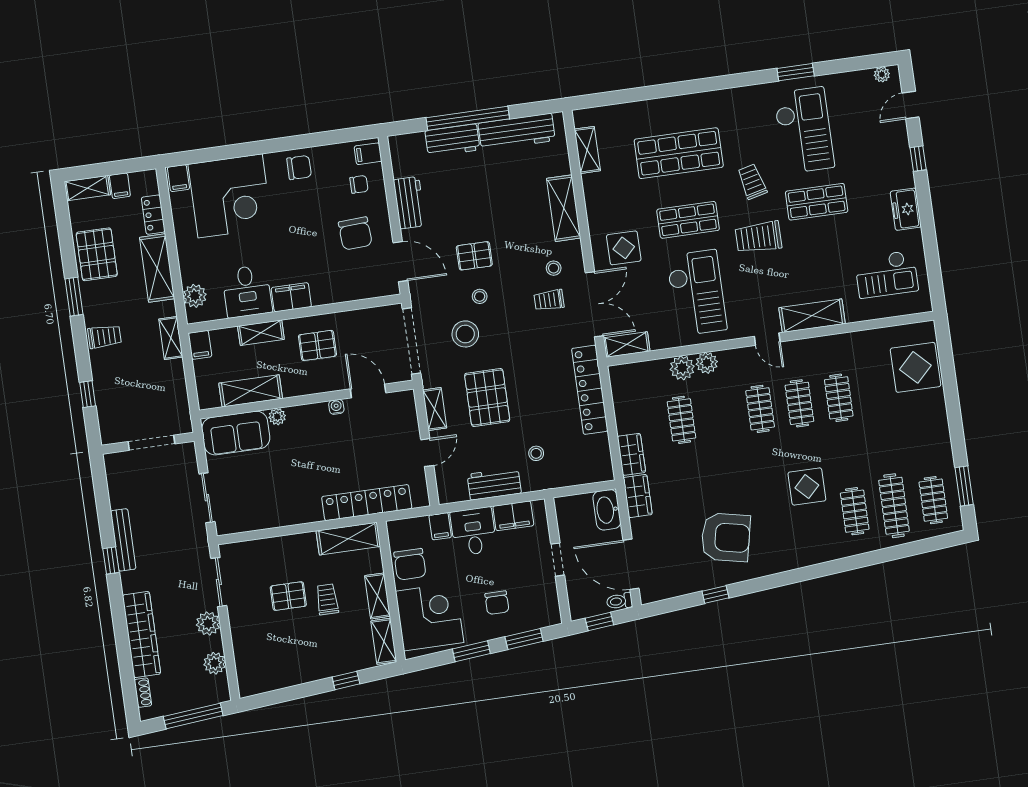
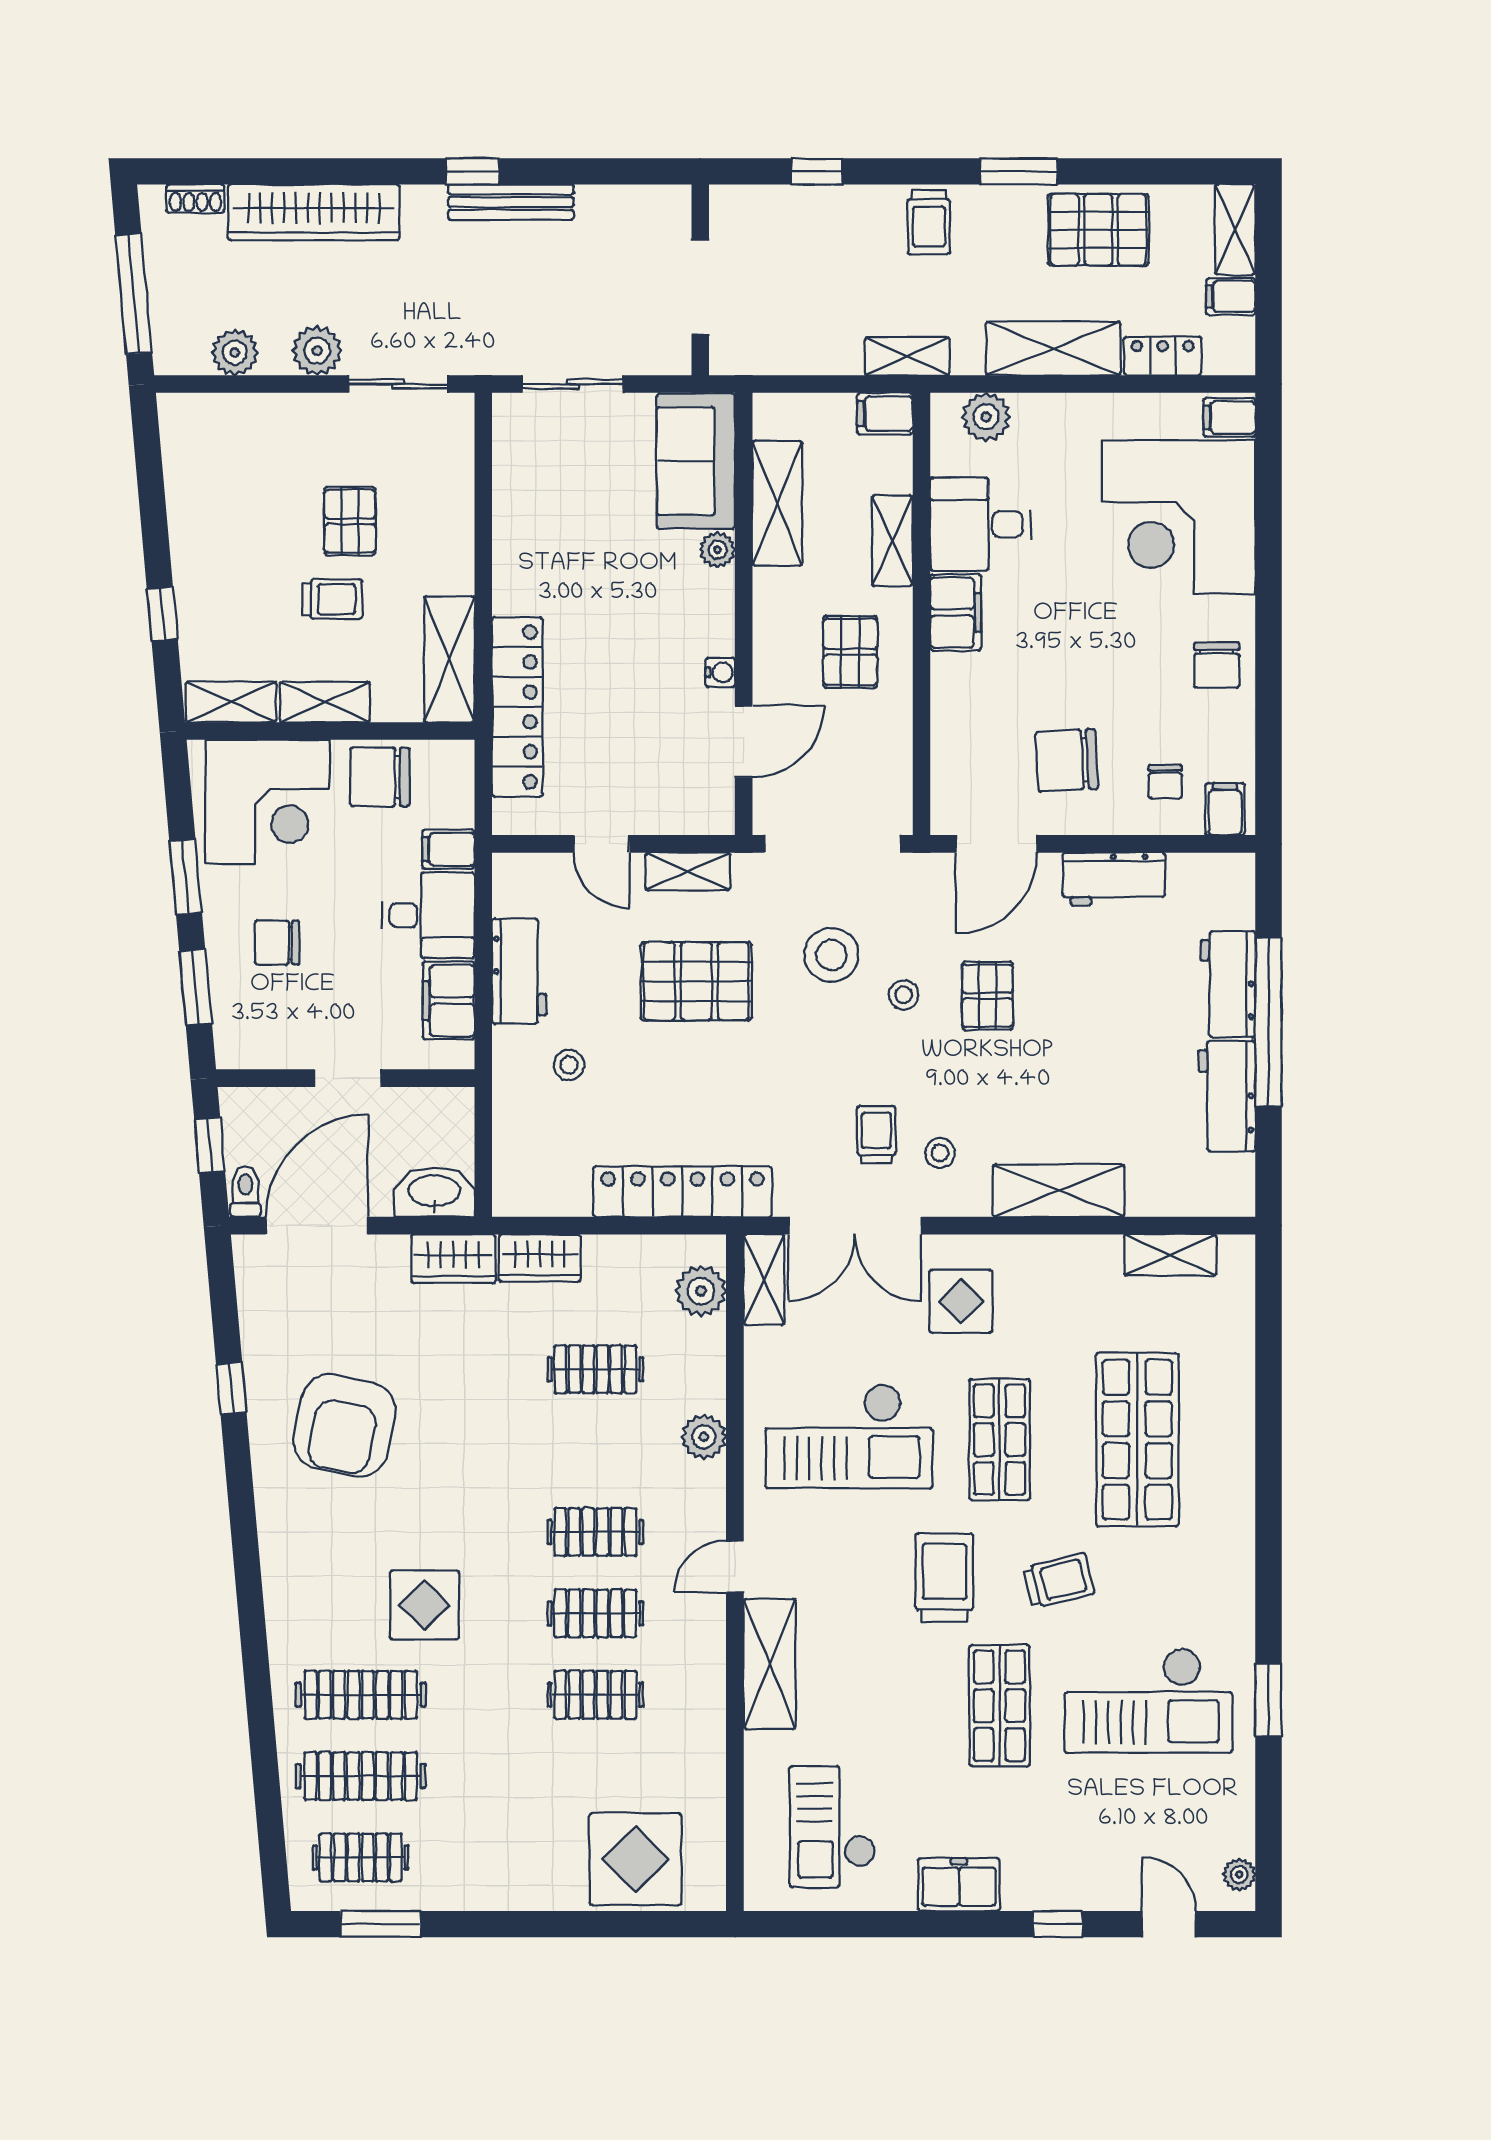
workbench: (517, 132) -> (1227, 1096), width x0.73
plant: (682, 368) -> (701, 1291), moved
clothes rail: (855, 511) -> (361, 1695), width x1.36

